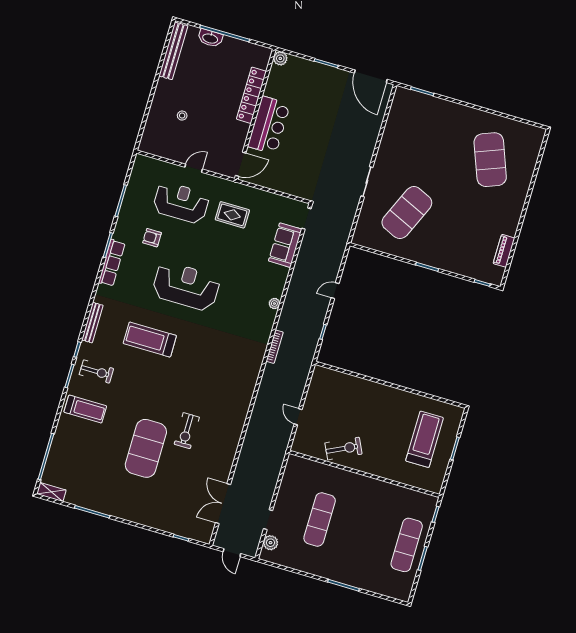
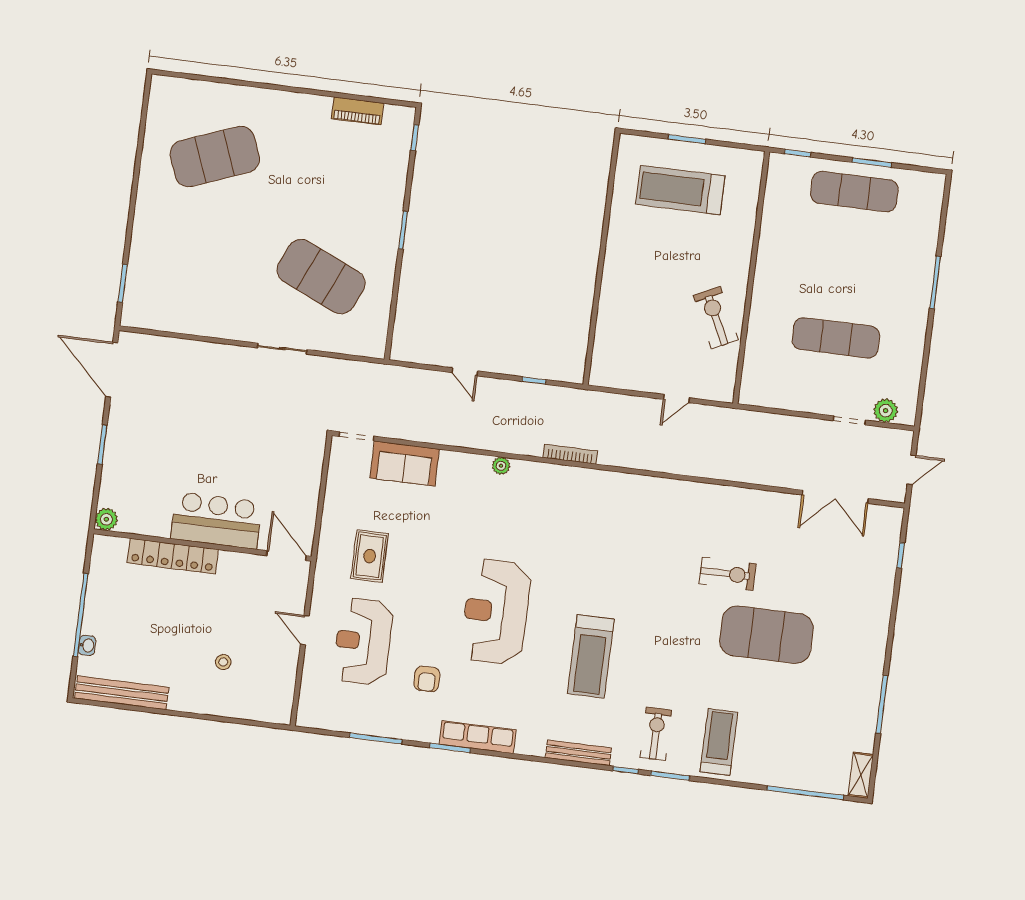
washbasin: (210, 38) -> (87, 645), width x0.52, depth x0.69
door: (371, 76) -> (112, 370), swing flipped

